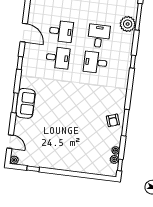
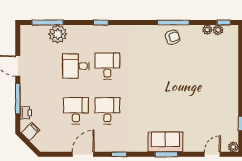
desk: (95, 62) -> (107, 66), turned 180

